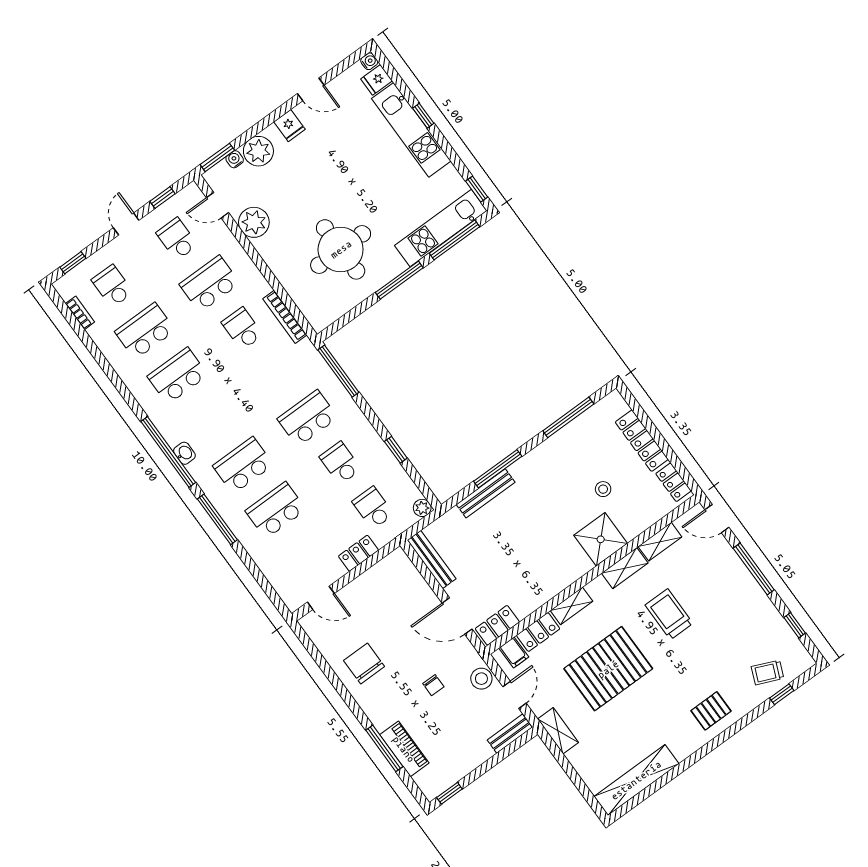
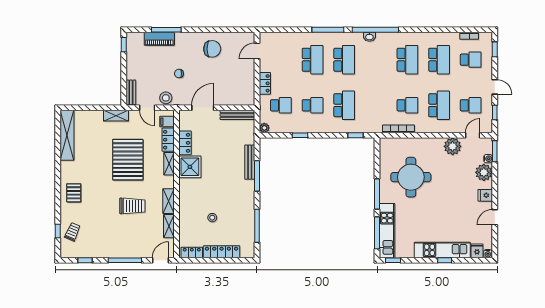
window: (338, 371) -> (356, 135), width x0.46
shower: (601, 539) -> (190, 167), moved
locker: (497, 625) -> (185, 143), moved

